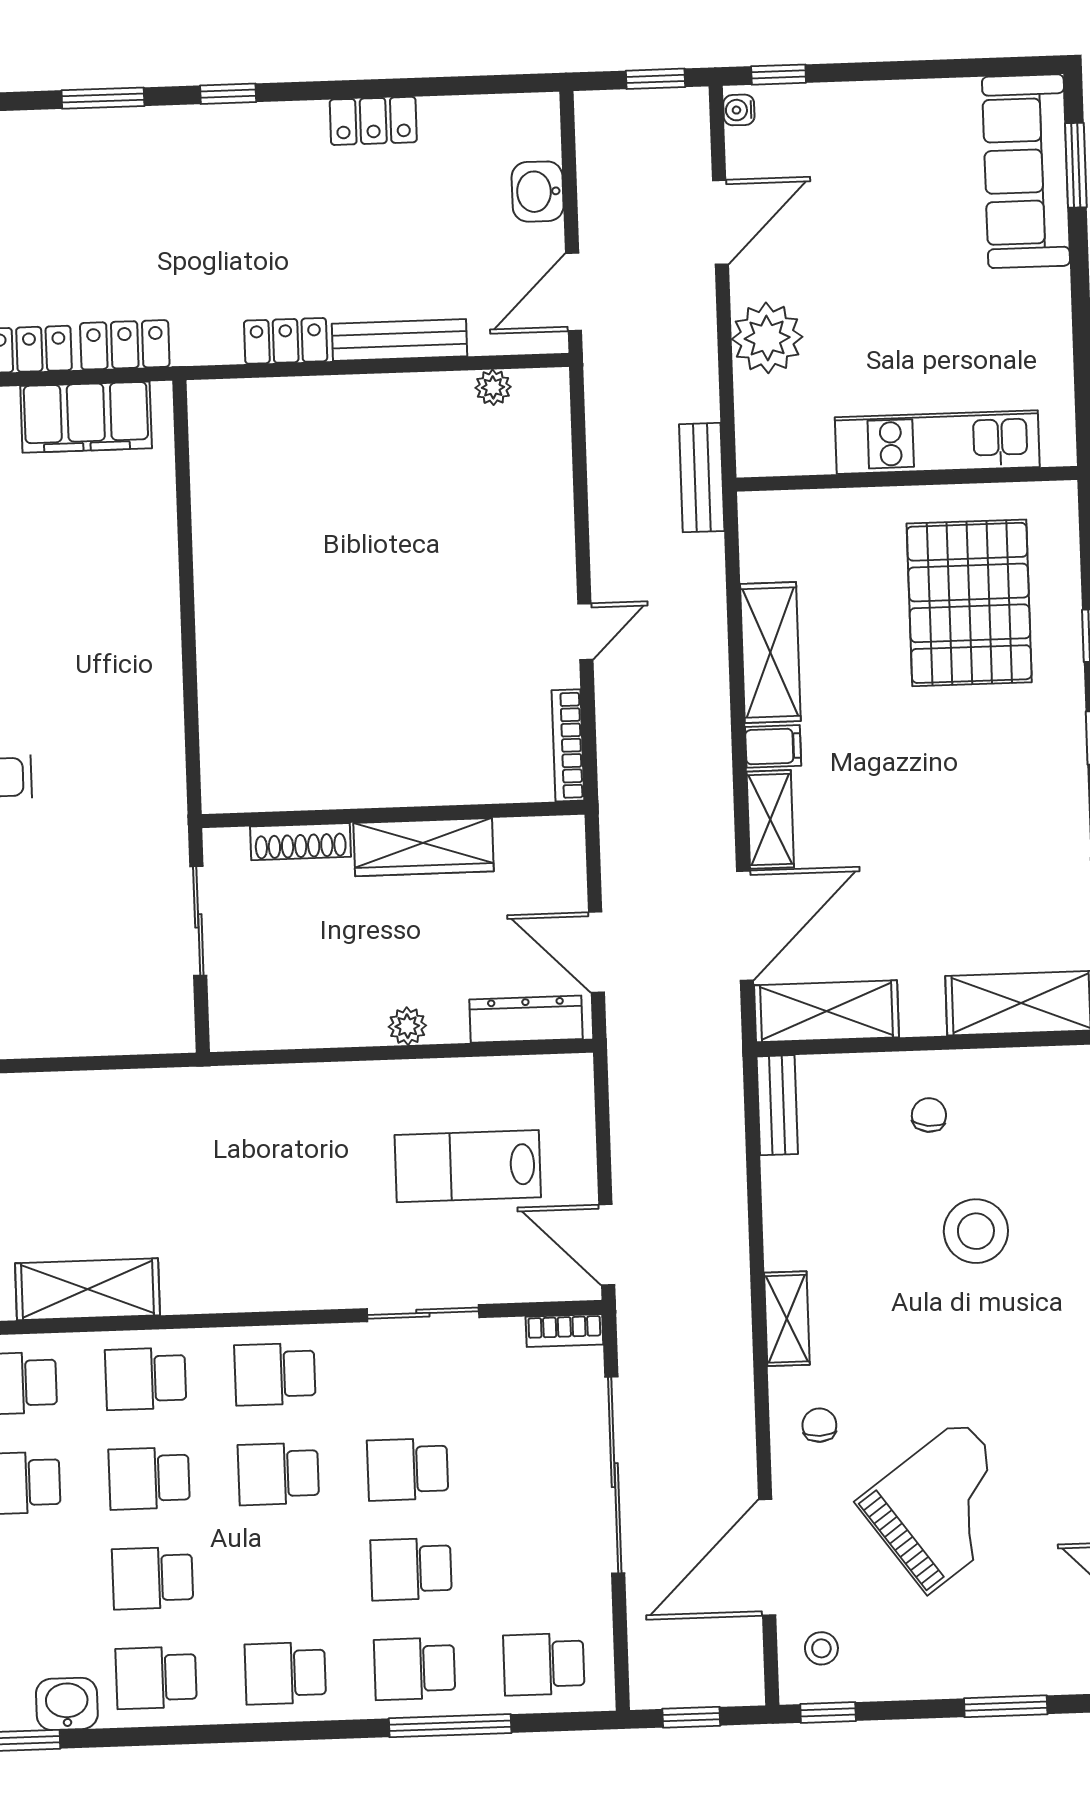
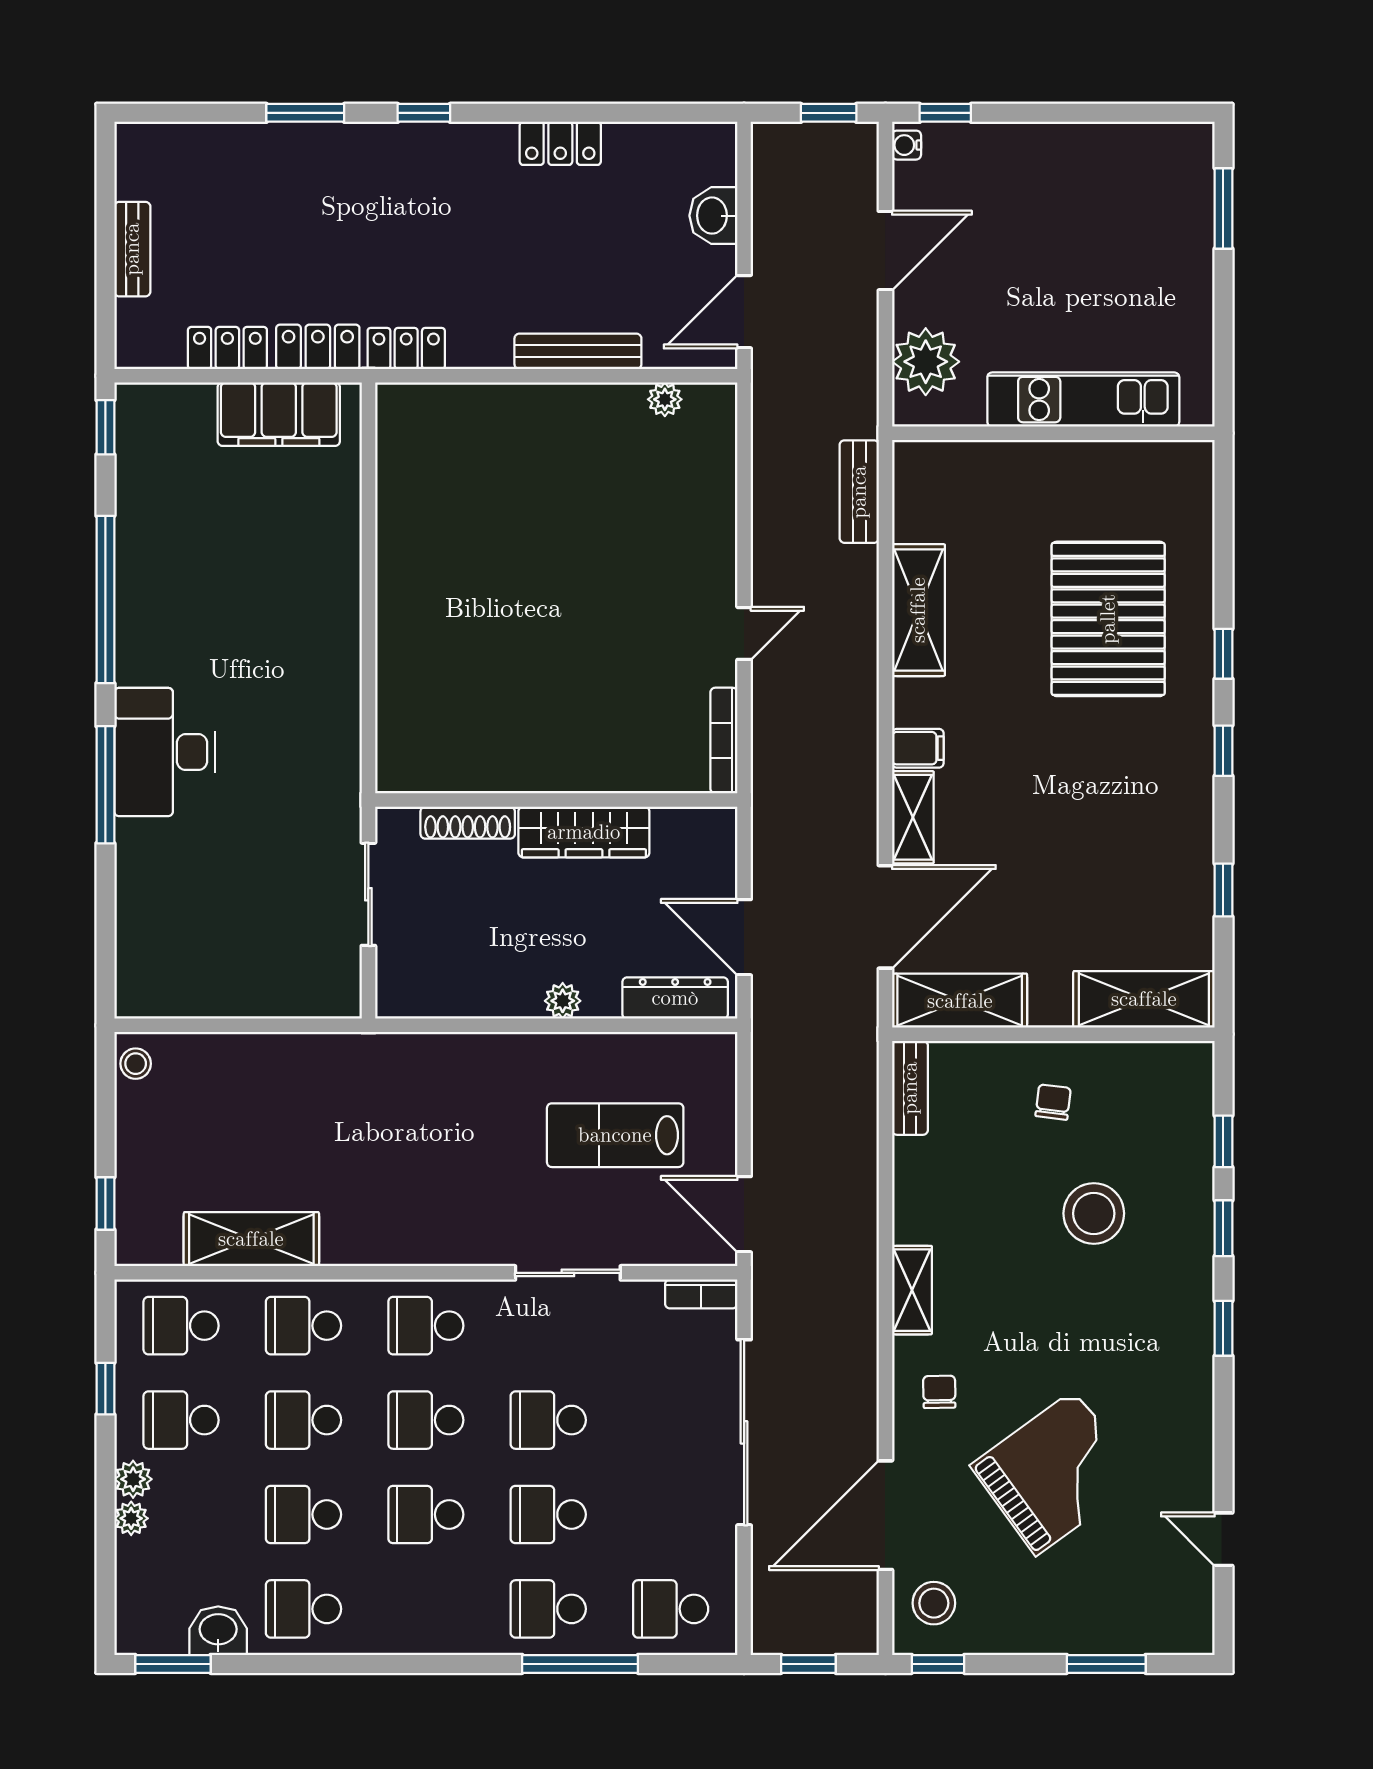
sofa: (1026, 171) -> (1176, 212), removed
locker: (286, 341) -> (406, 348), moved
kitchen unit: (937, 442) -> (1083, 400), moved
wall: (907, 479) -> (1053, 433), moved
shelving: (770, 652) -> (918, 610), moved
stool: (821, 1648) -> (934, 1603), width x1.37, depth x1.37
school desk: (285, 1673) -> (426, 1514), moved

